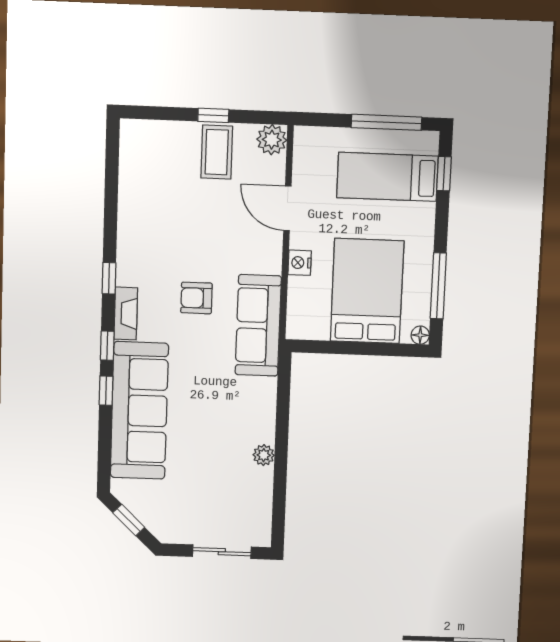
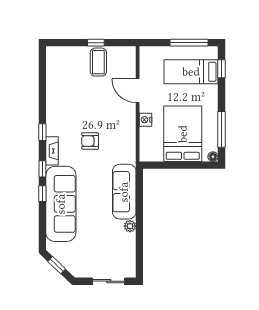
plant: (272, 140) -> (128, 54), removed
sofa: (258, 325) -> (124, 192), moved

